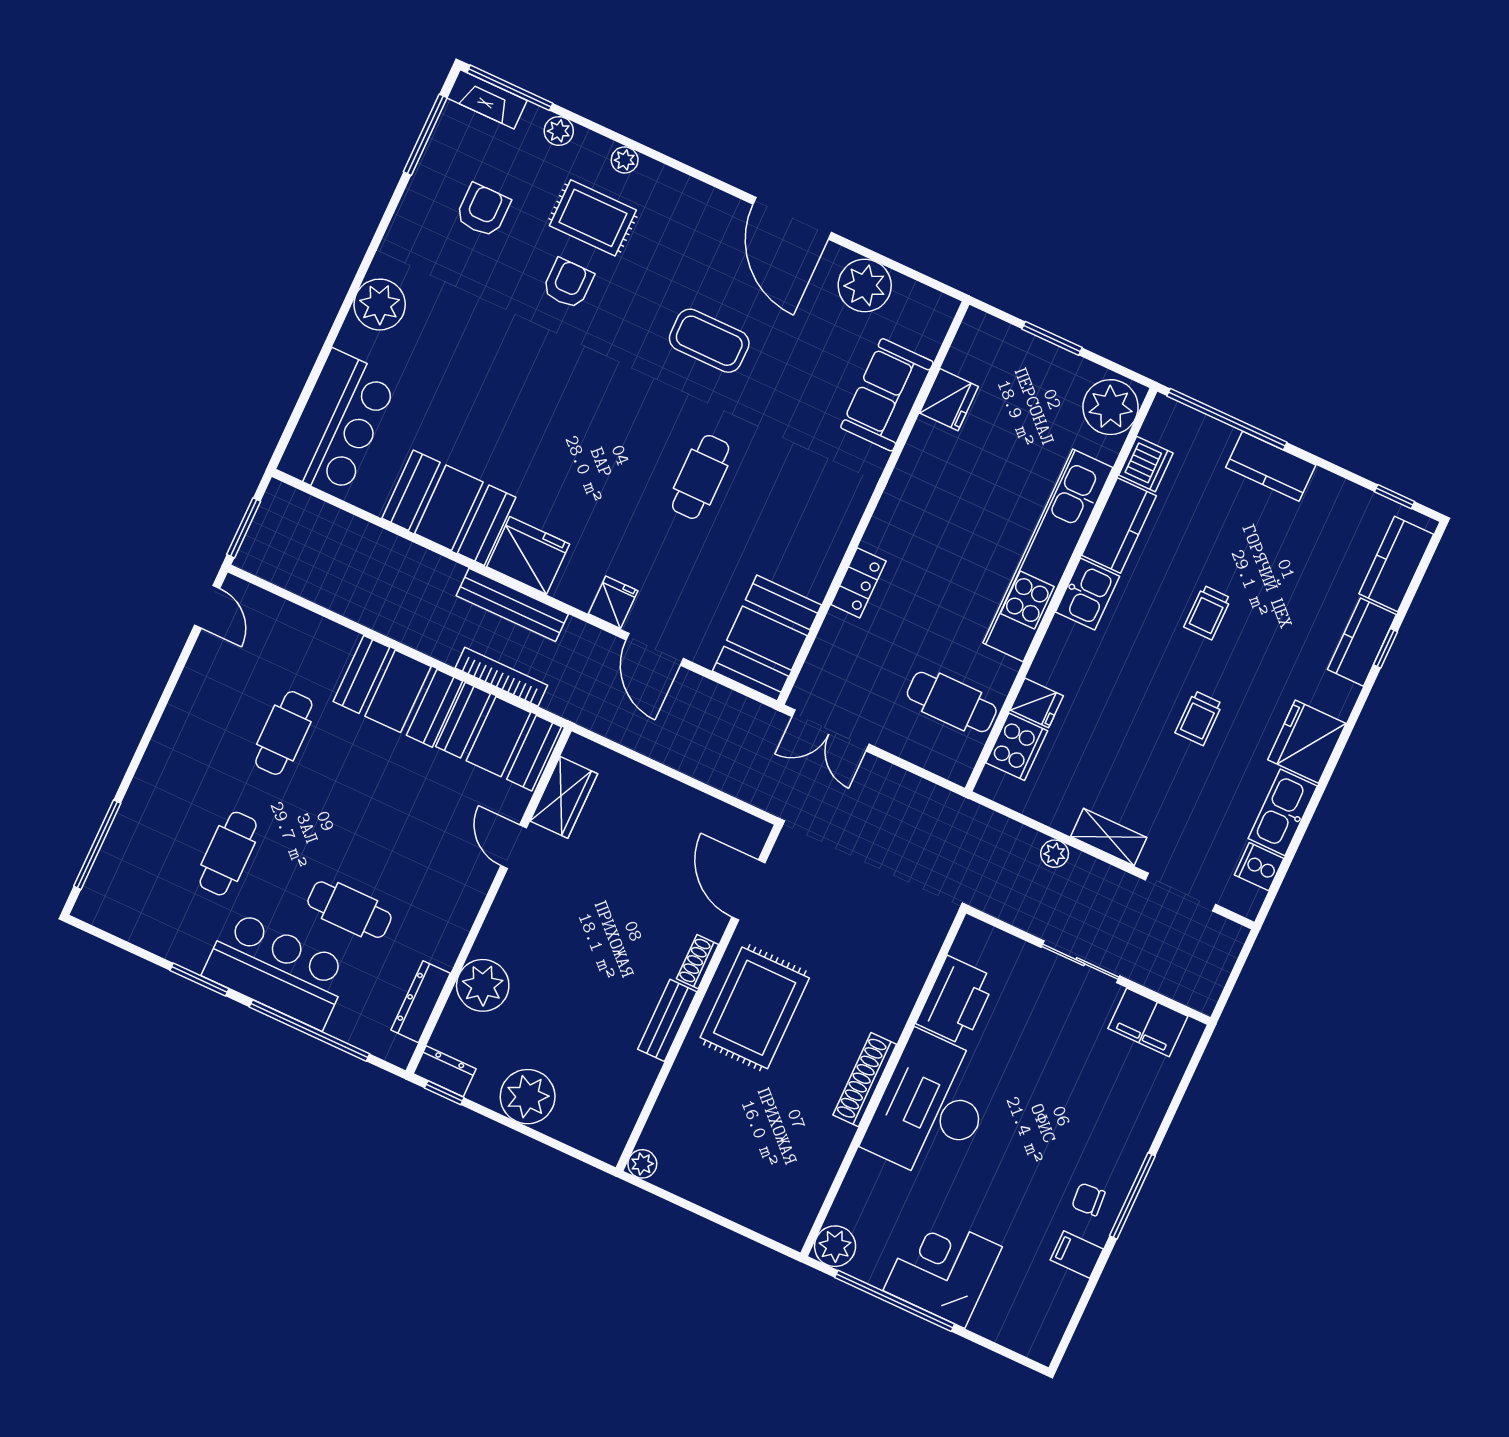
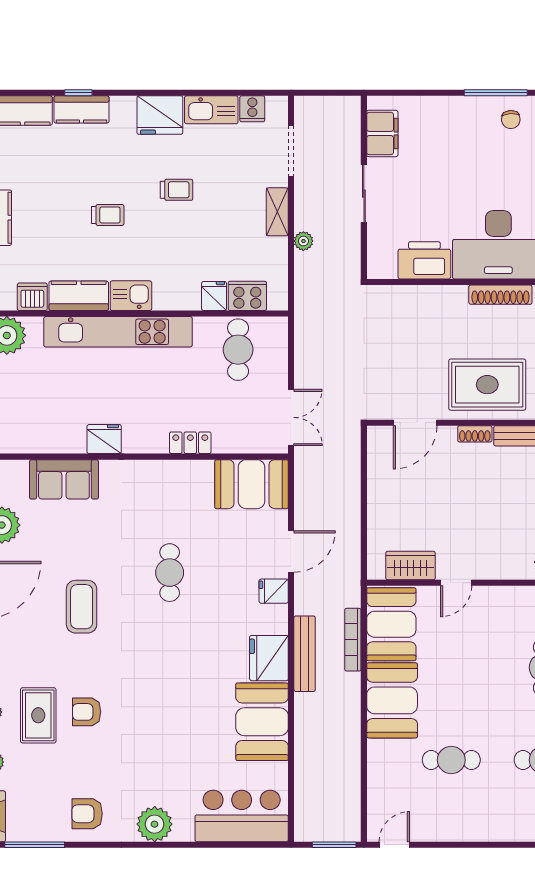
armchair: (483, 210) -> (87, 814), moved
fridge: (949, 400) -> (104, 439), moved
cafe table: (701, 477) -> (170, 573), turned 90

